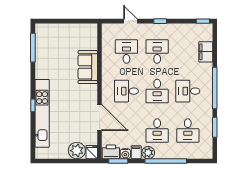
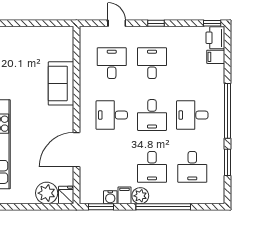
filing cabinet: (206, 52) -> (216, 57), width x0.50
door: (100, 117) -> (76, 150), swing flipped
printer: (111, 152) -> (215, 38), moved, turned -90

